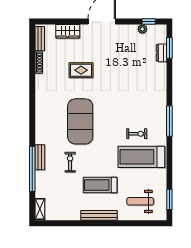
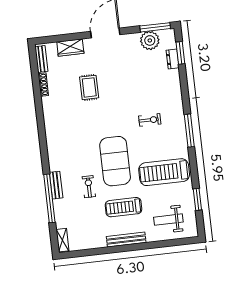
window: (149, 21) -> (155, 27), width x2.17
plant: (142, 29) -> (150, 40), width x1.87, depth x1.87
rug: (81, 70) -> (89, 87), turned 90
exercise mat: (80, 121) -> (115, 161), moved
exercise bike: (137, 134) -> (150, 120), moved
window: (169, 199) -> (197, 199), moved

